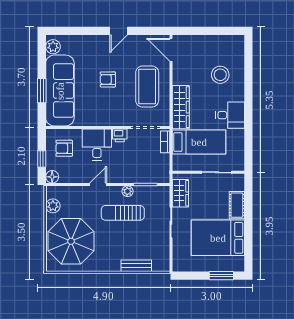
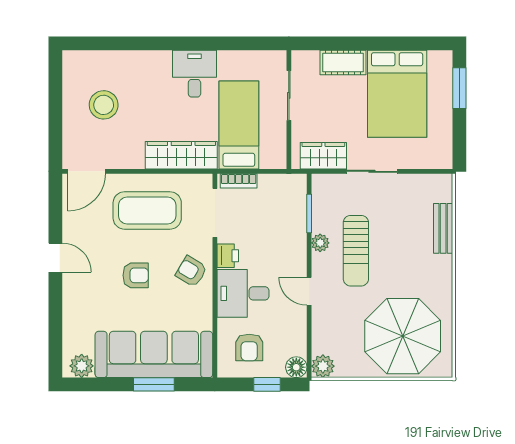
stool: (220, 75) -> (104, 105), moved
armchair: (108, 79) -> (136, 275), turned -90
armchair: (110, 113) -> (191, 271), added
plant: (53, 206) -> (323, 366), moved

